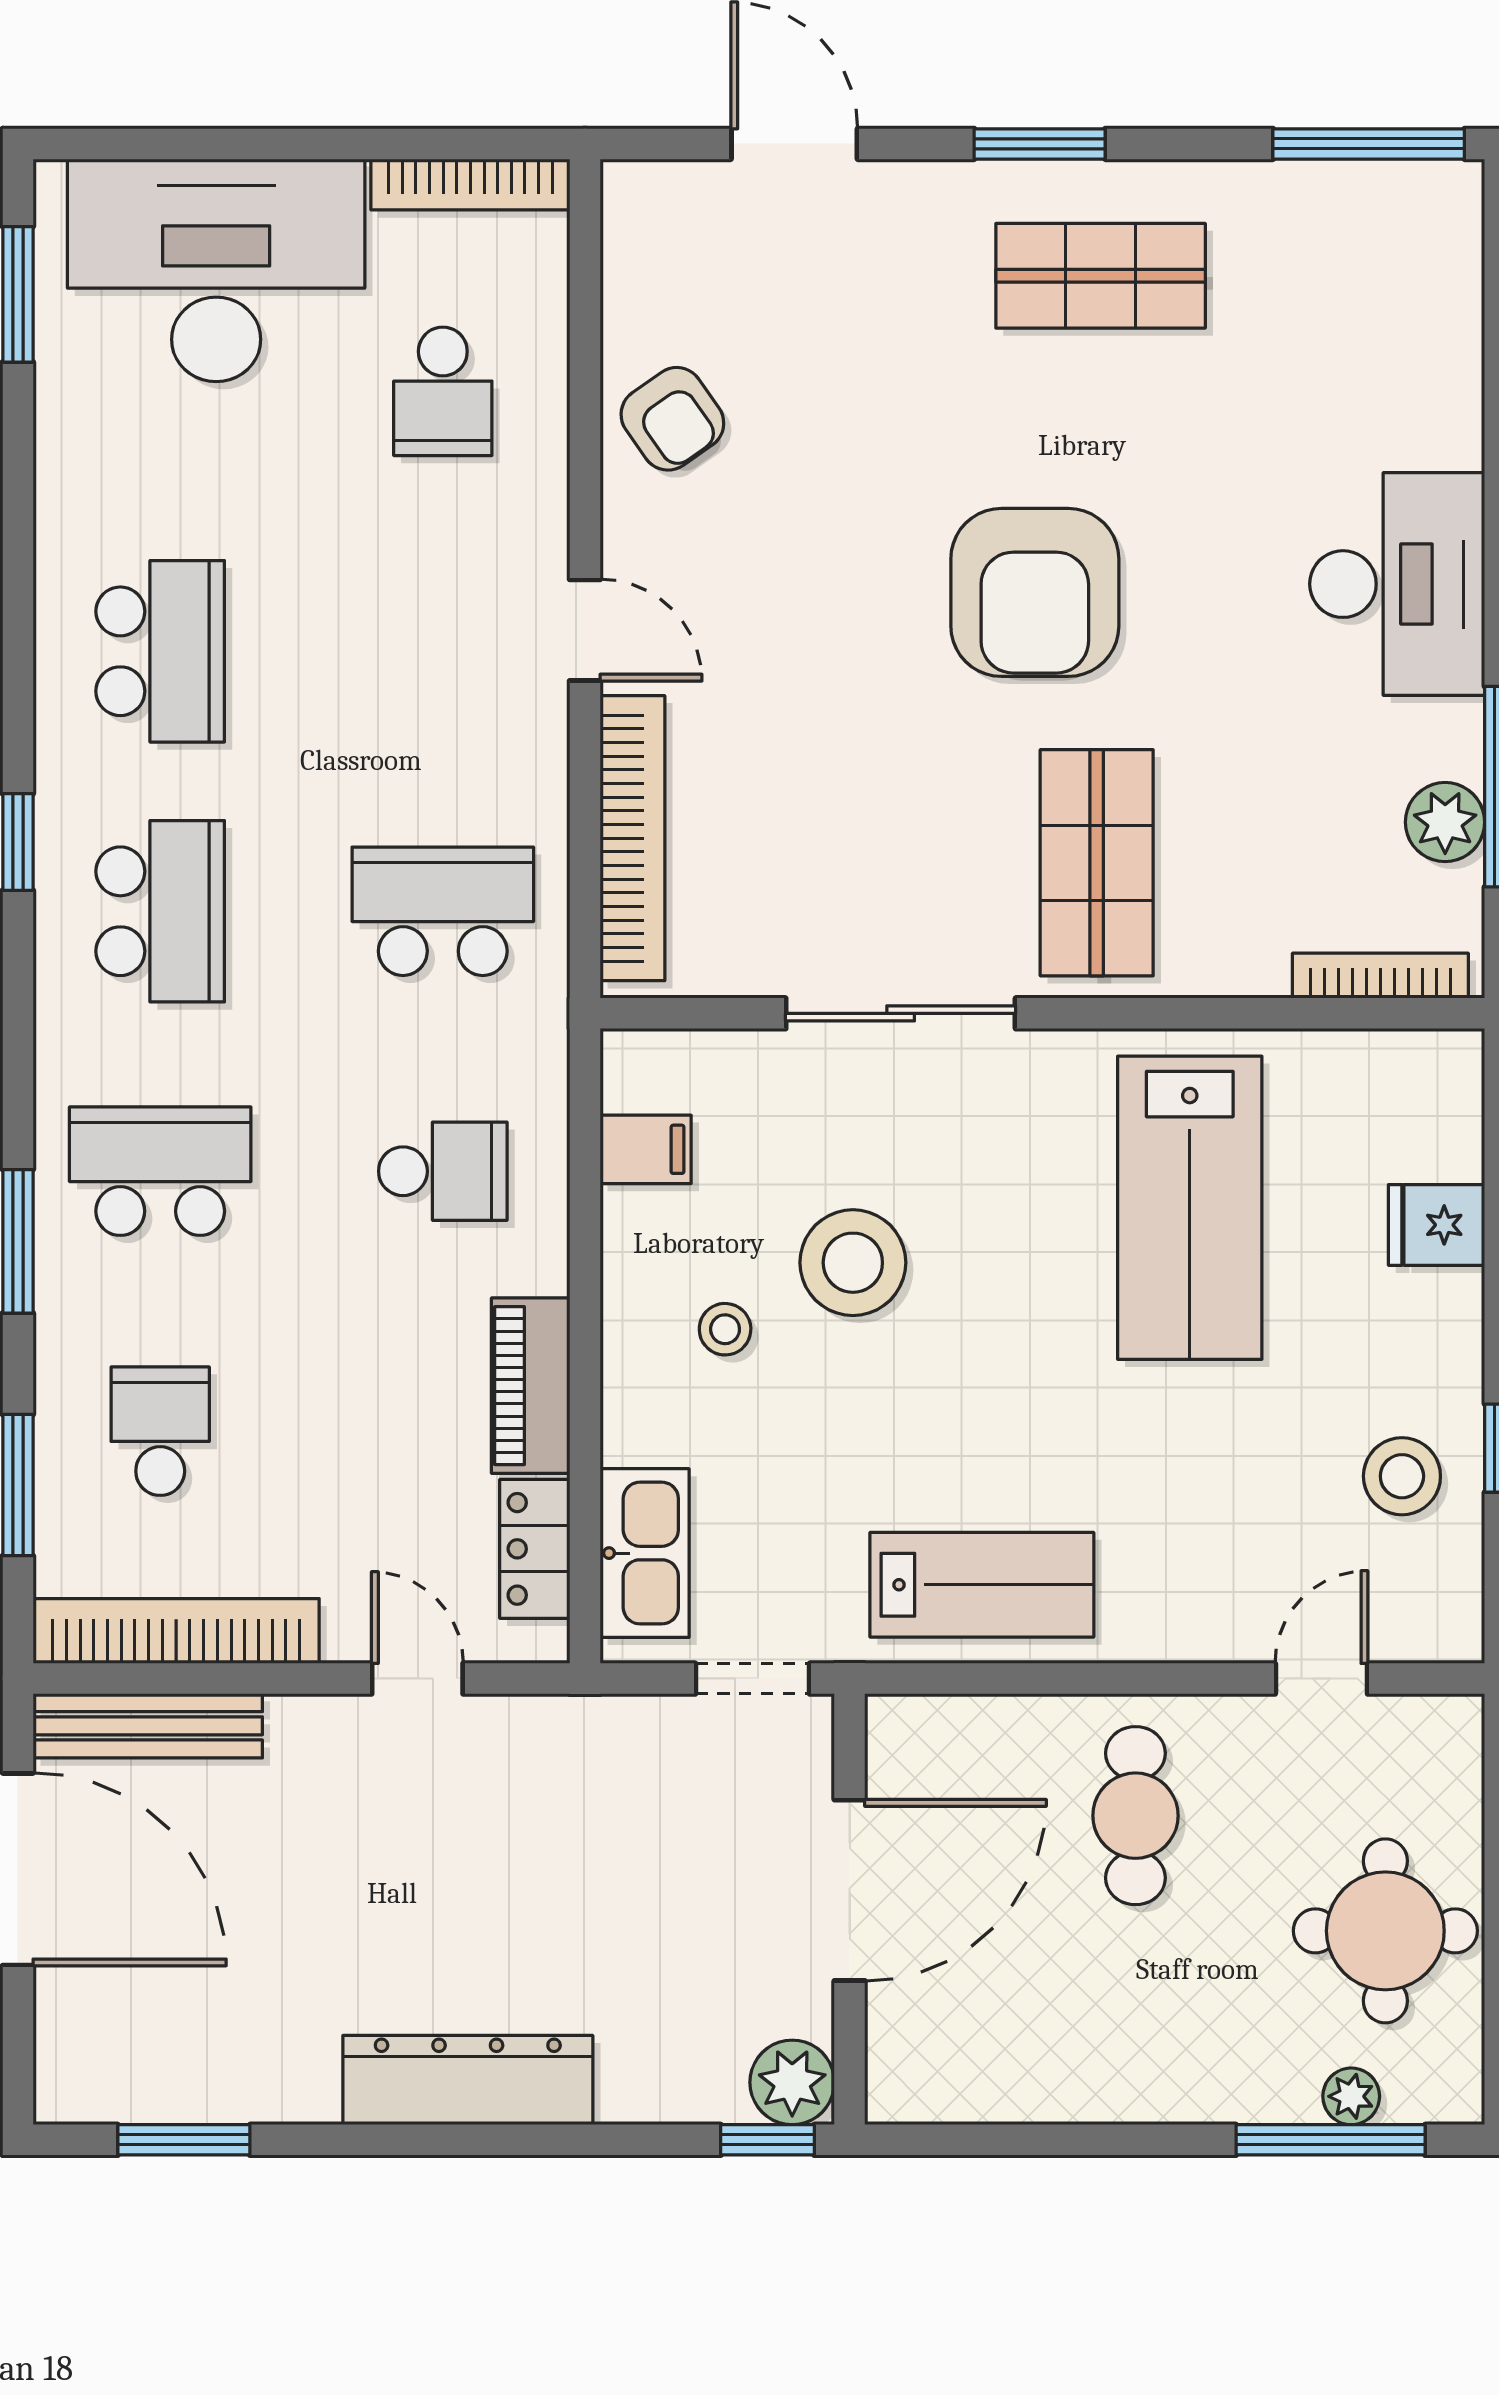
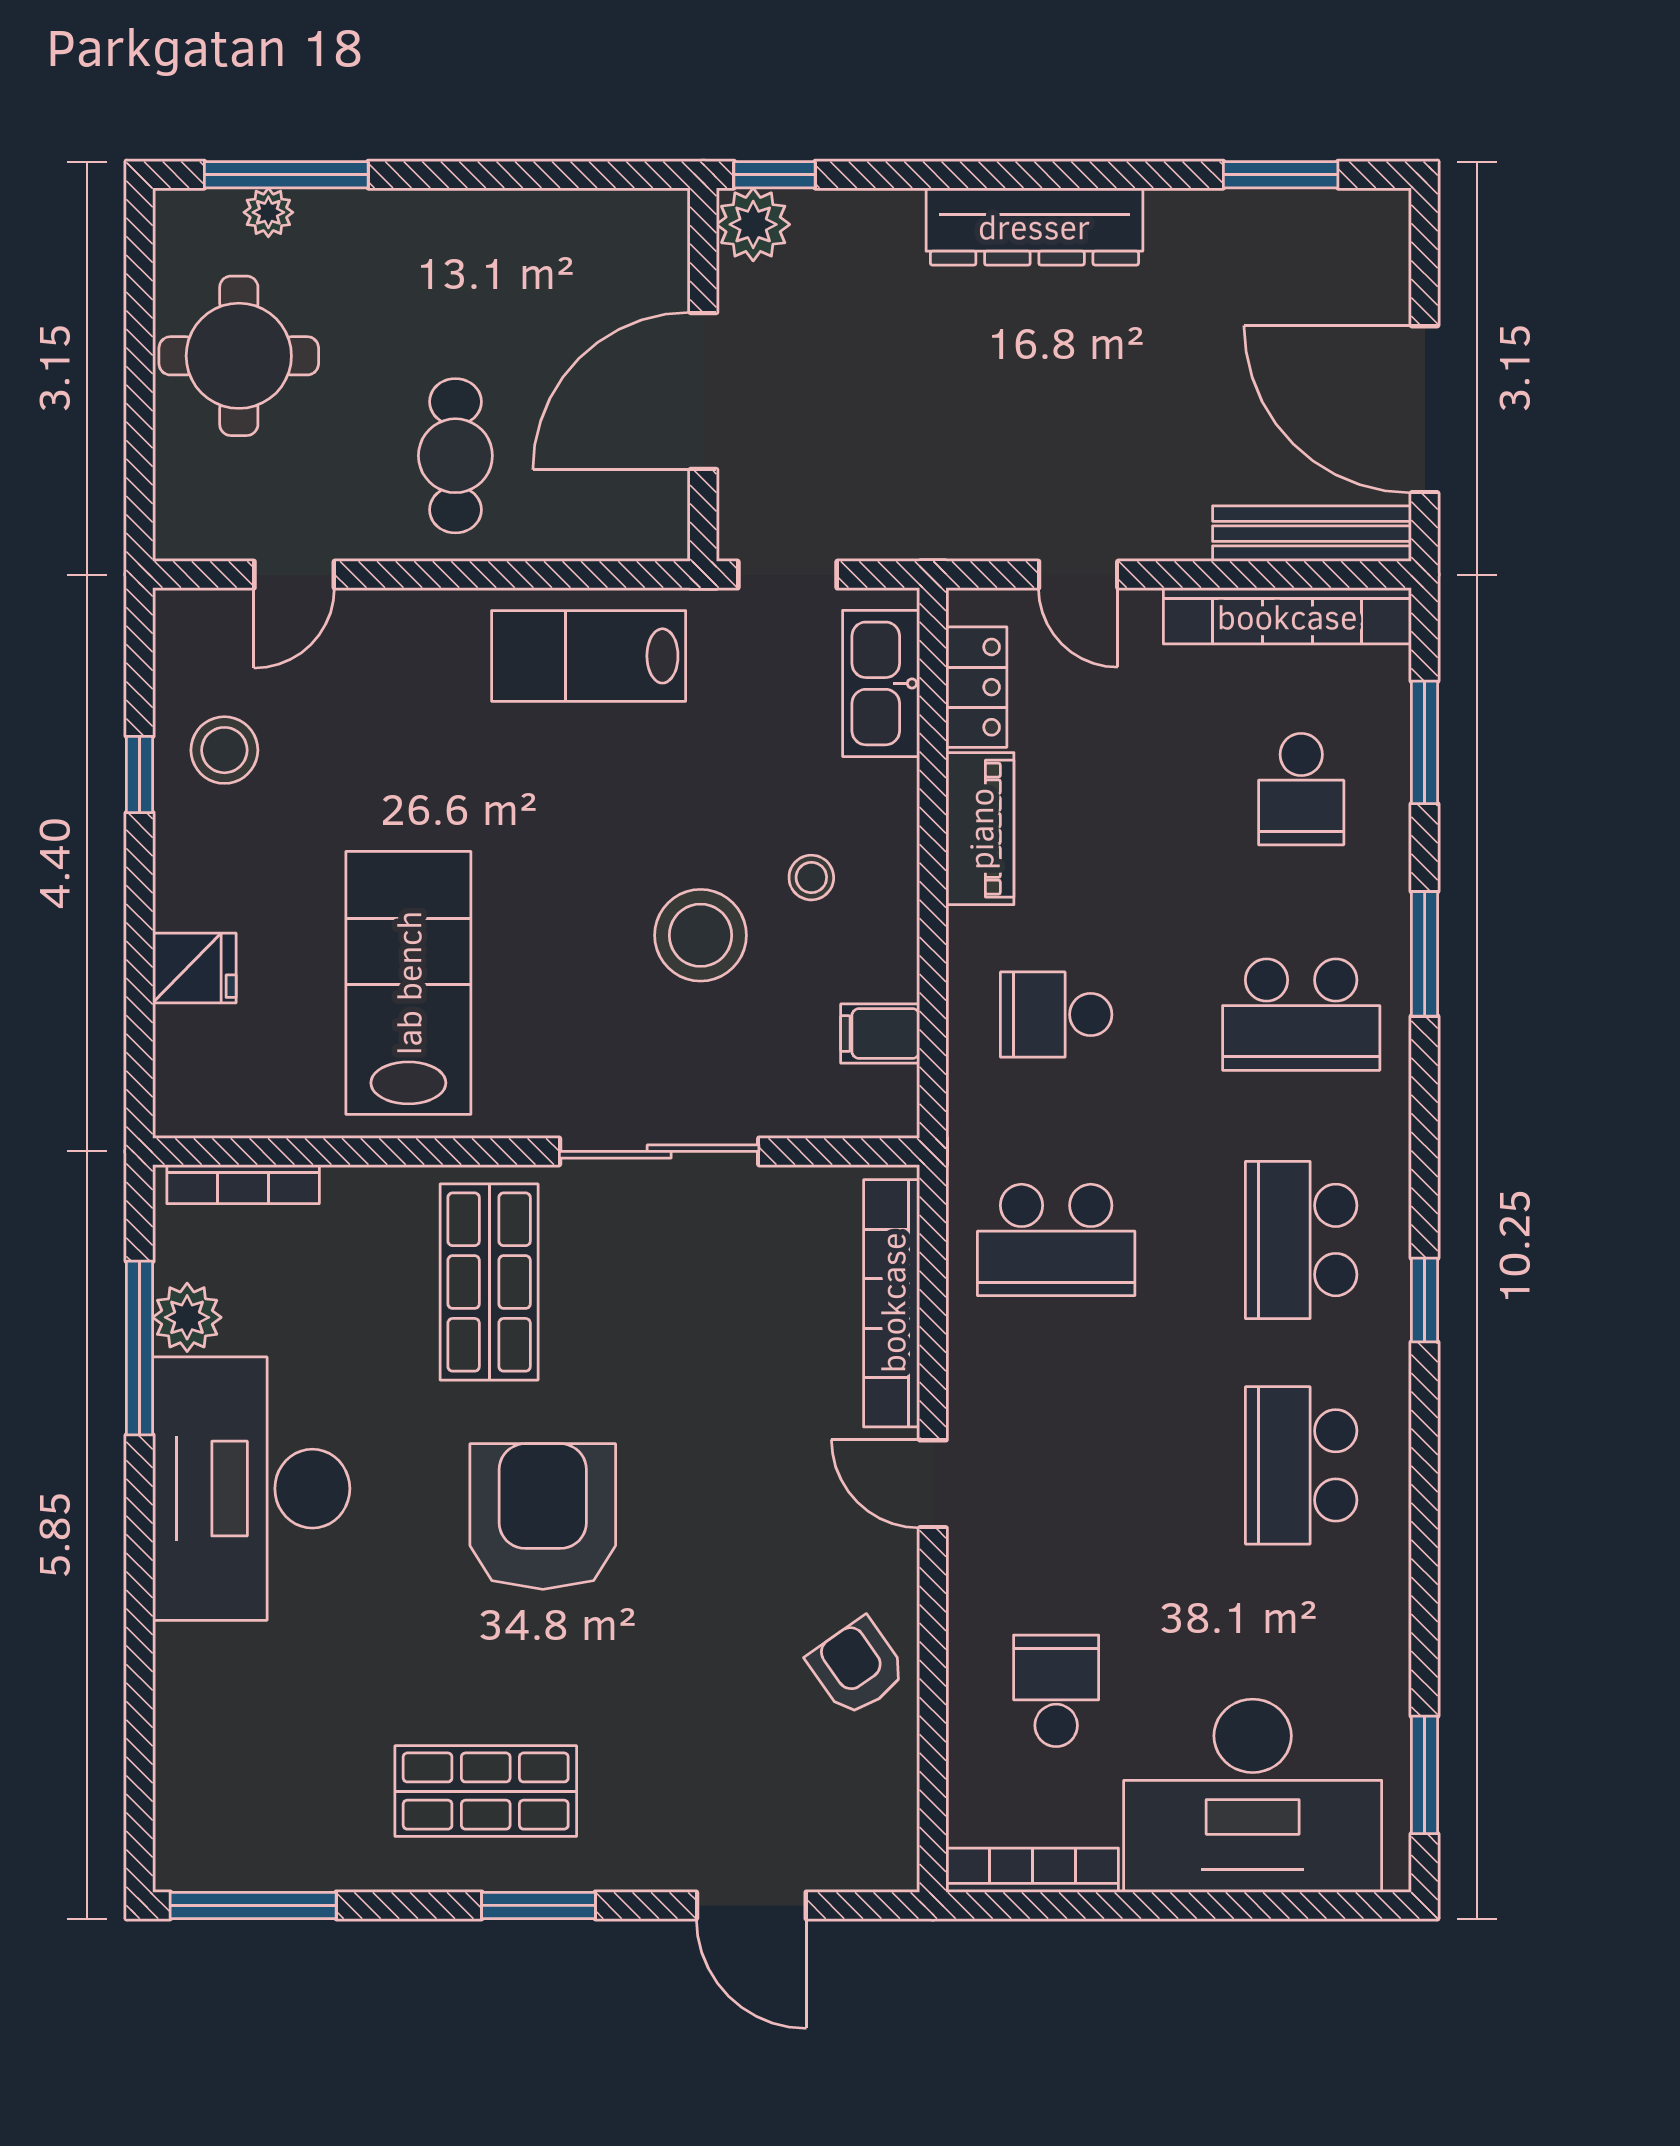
desk: (1397, 584) -> (251, 1489), width x1.36, depth x1.30

